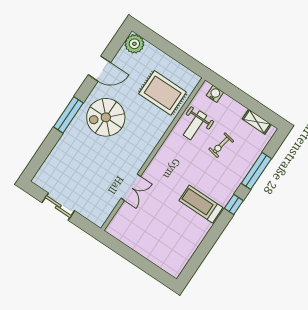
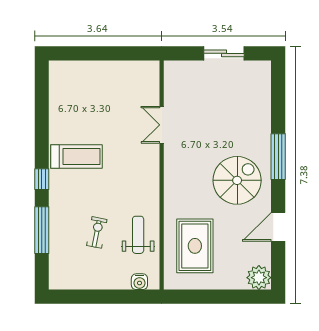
rug: (163, 93) -> (195, 246), turned 90
shelving: (257, 122) -> (76, 282), removed

